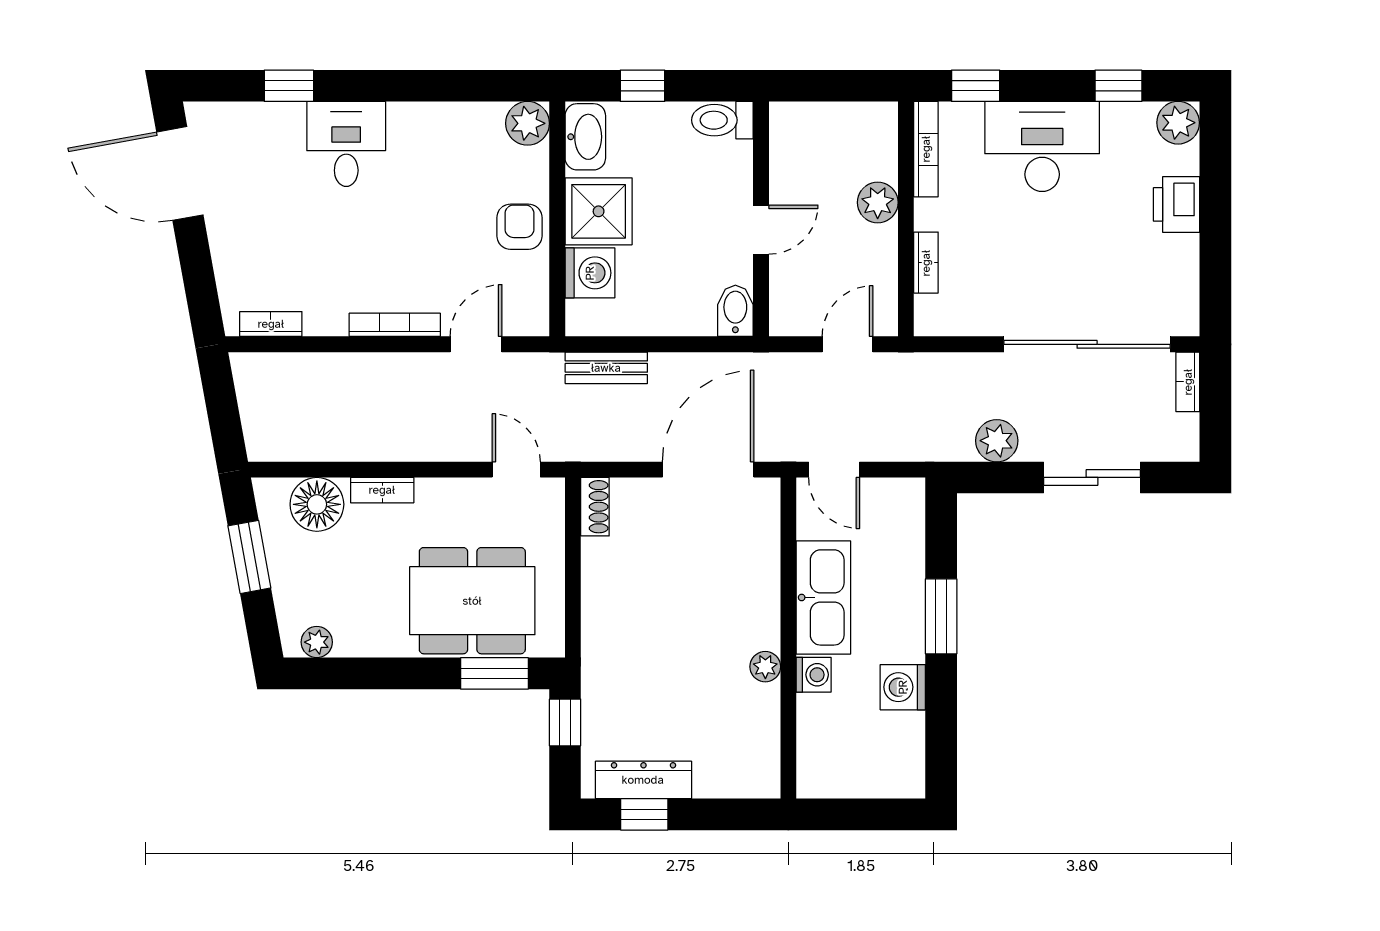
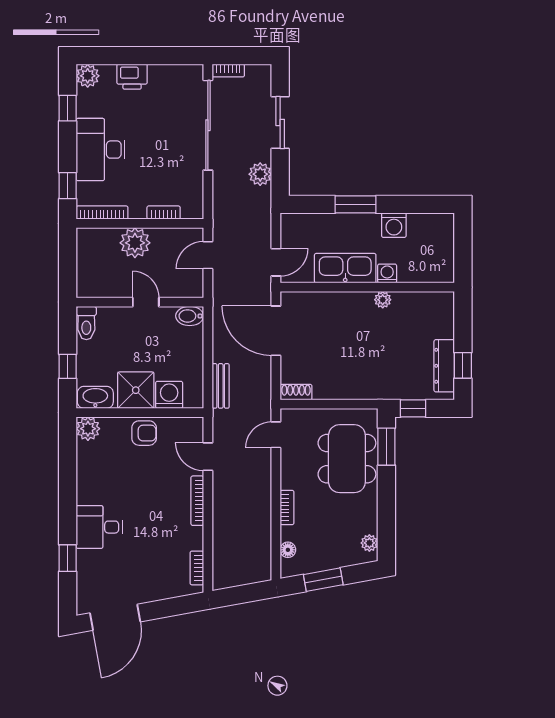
plant: (878, 202) -> (135, 243), width x1.36, depth x1.36
armchair: (519, 227) -> (144, 433), turned 180
door: (848, 344) -> (208, 255), hinge flipped
floor lamp: (317, 504) -> (288, 550), width x0.53, depth x0.53

